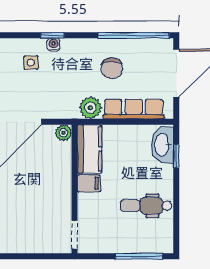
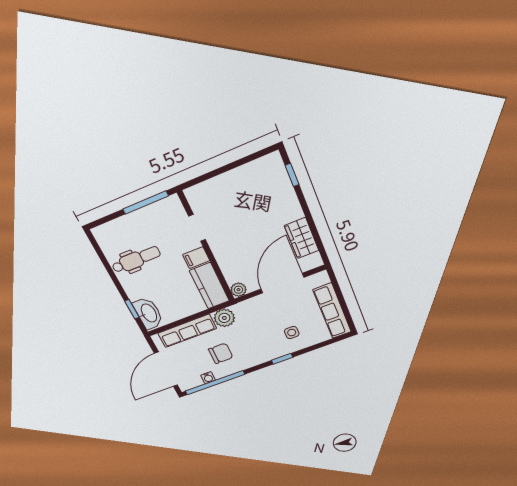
water cooler: (54, 45) -> (208, 378), moved
chair: (112, 68) -> (221, 353), turned 90
doorway: (74, 235) -> (197, 228), moved
window: (139, 256) -> (146, 202), moved

